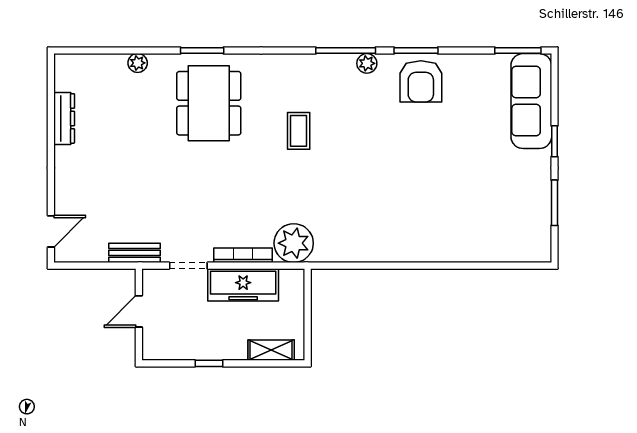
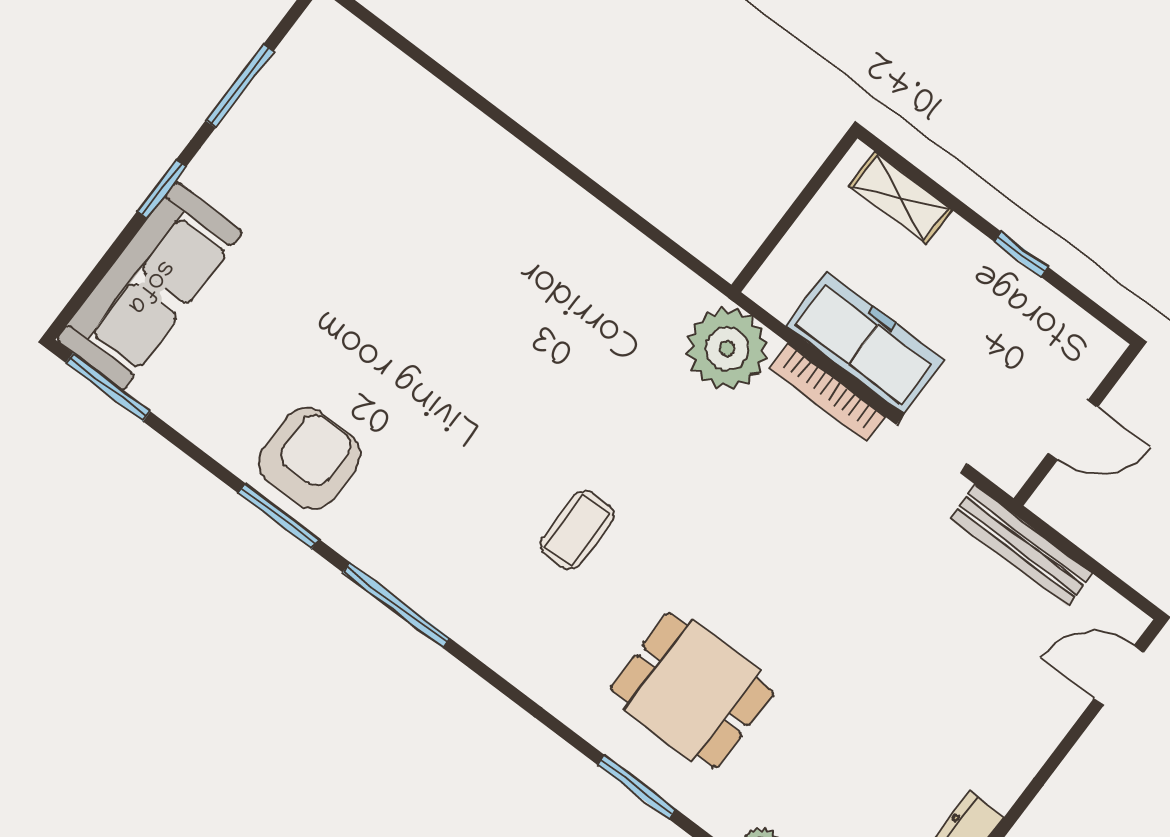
plant: (367, 63) -> (377, 557), removed
dining table: (209, 103) -> (692, 690), width x0.73
bench: (135, 253) -> (1021, 545), width x1.36

